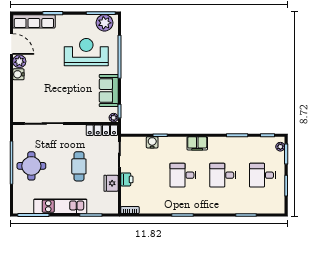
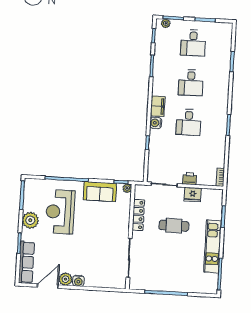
plant: (104, 23) -> (30, 220), moved
locker: (102, 130) -> (138, 215), moved
water cooler: (152, 142) -> (156, 123), moved
round table: (31, 166) -> (171, 273), removed

